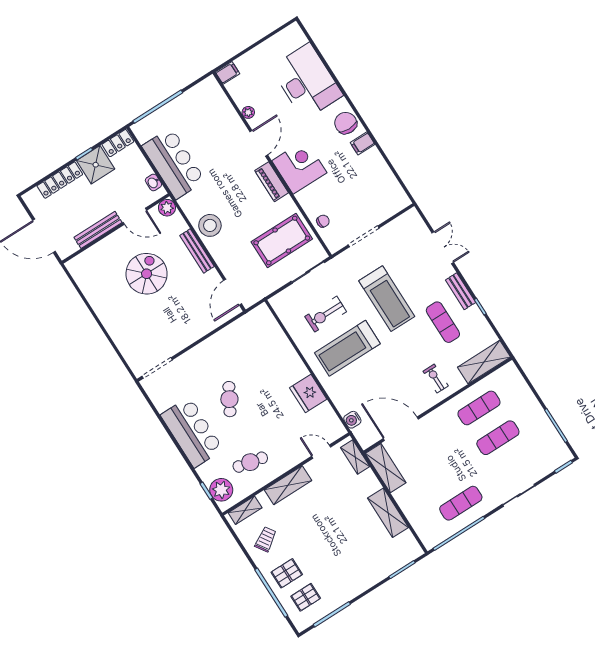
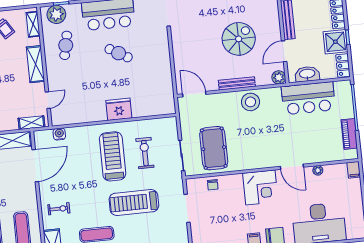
washbasin: (153, 182) -> (307, 74), width x1.91, depth x1.45
piano: (272, 182) -> (349, 134), moved, turned -90
spiral stairs: (147, 274) -> (239, 39), turned -90
fridge: (308, 393) -> (119, 109), moved

